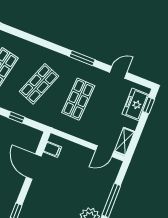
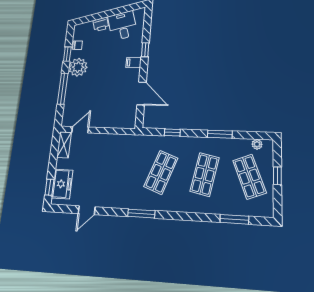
window: (82, 58) -> (141, 214), moved
shop shelf: (78, 99) -> (118, 170), removed
filing cabinet: (52, 149) -> (134, 63), moved

